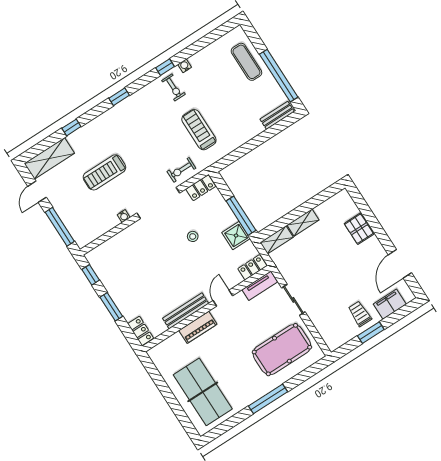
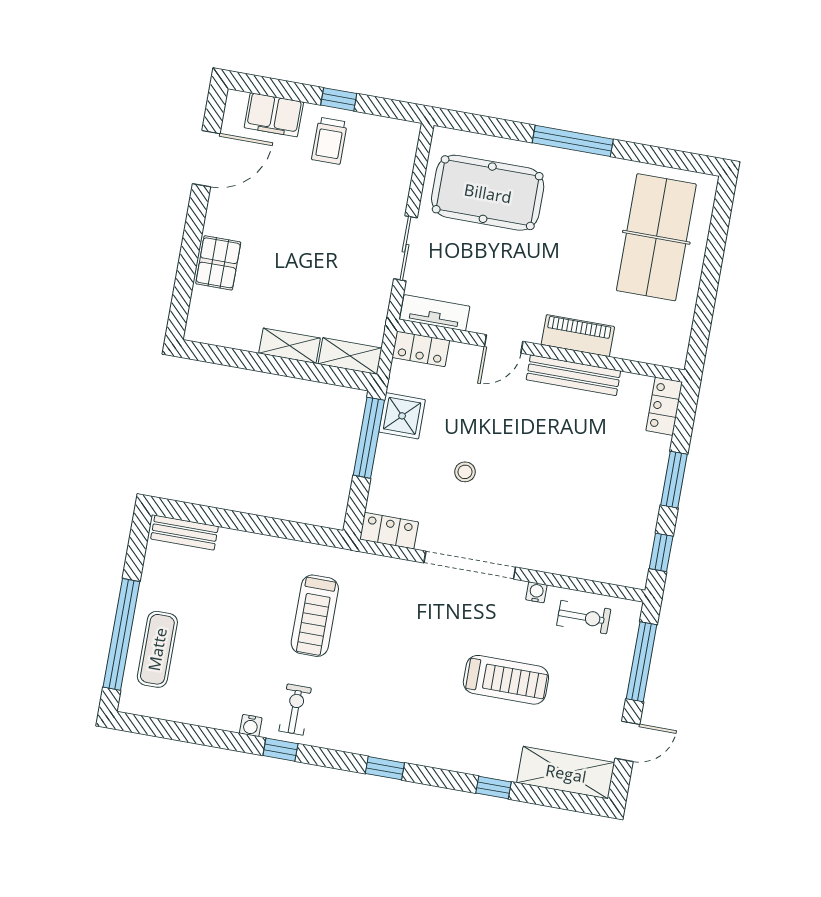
window: (279, 76) -> (121, 634), moved
exercise bike: (181, 170) -> (584, 617), moved
window: (371, 333) -> (339, 99), width x0.67

